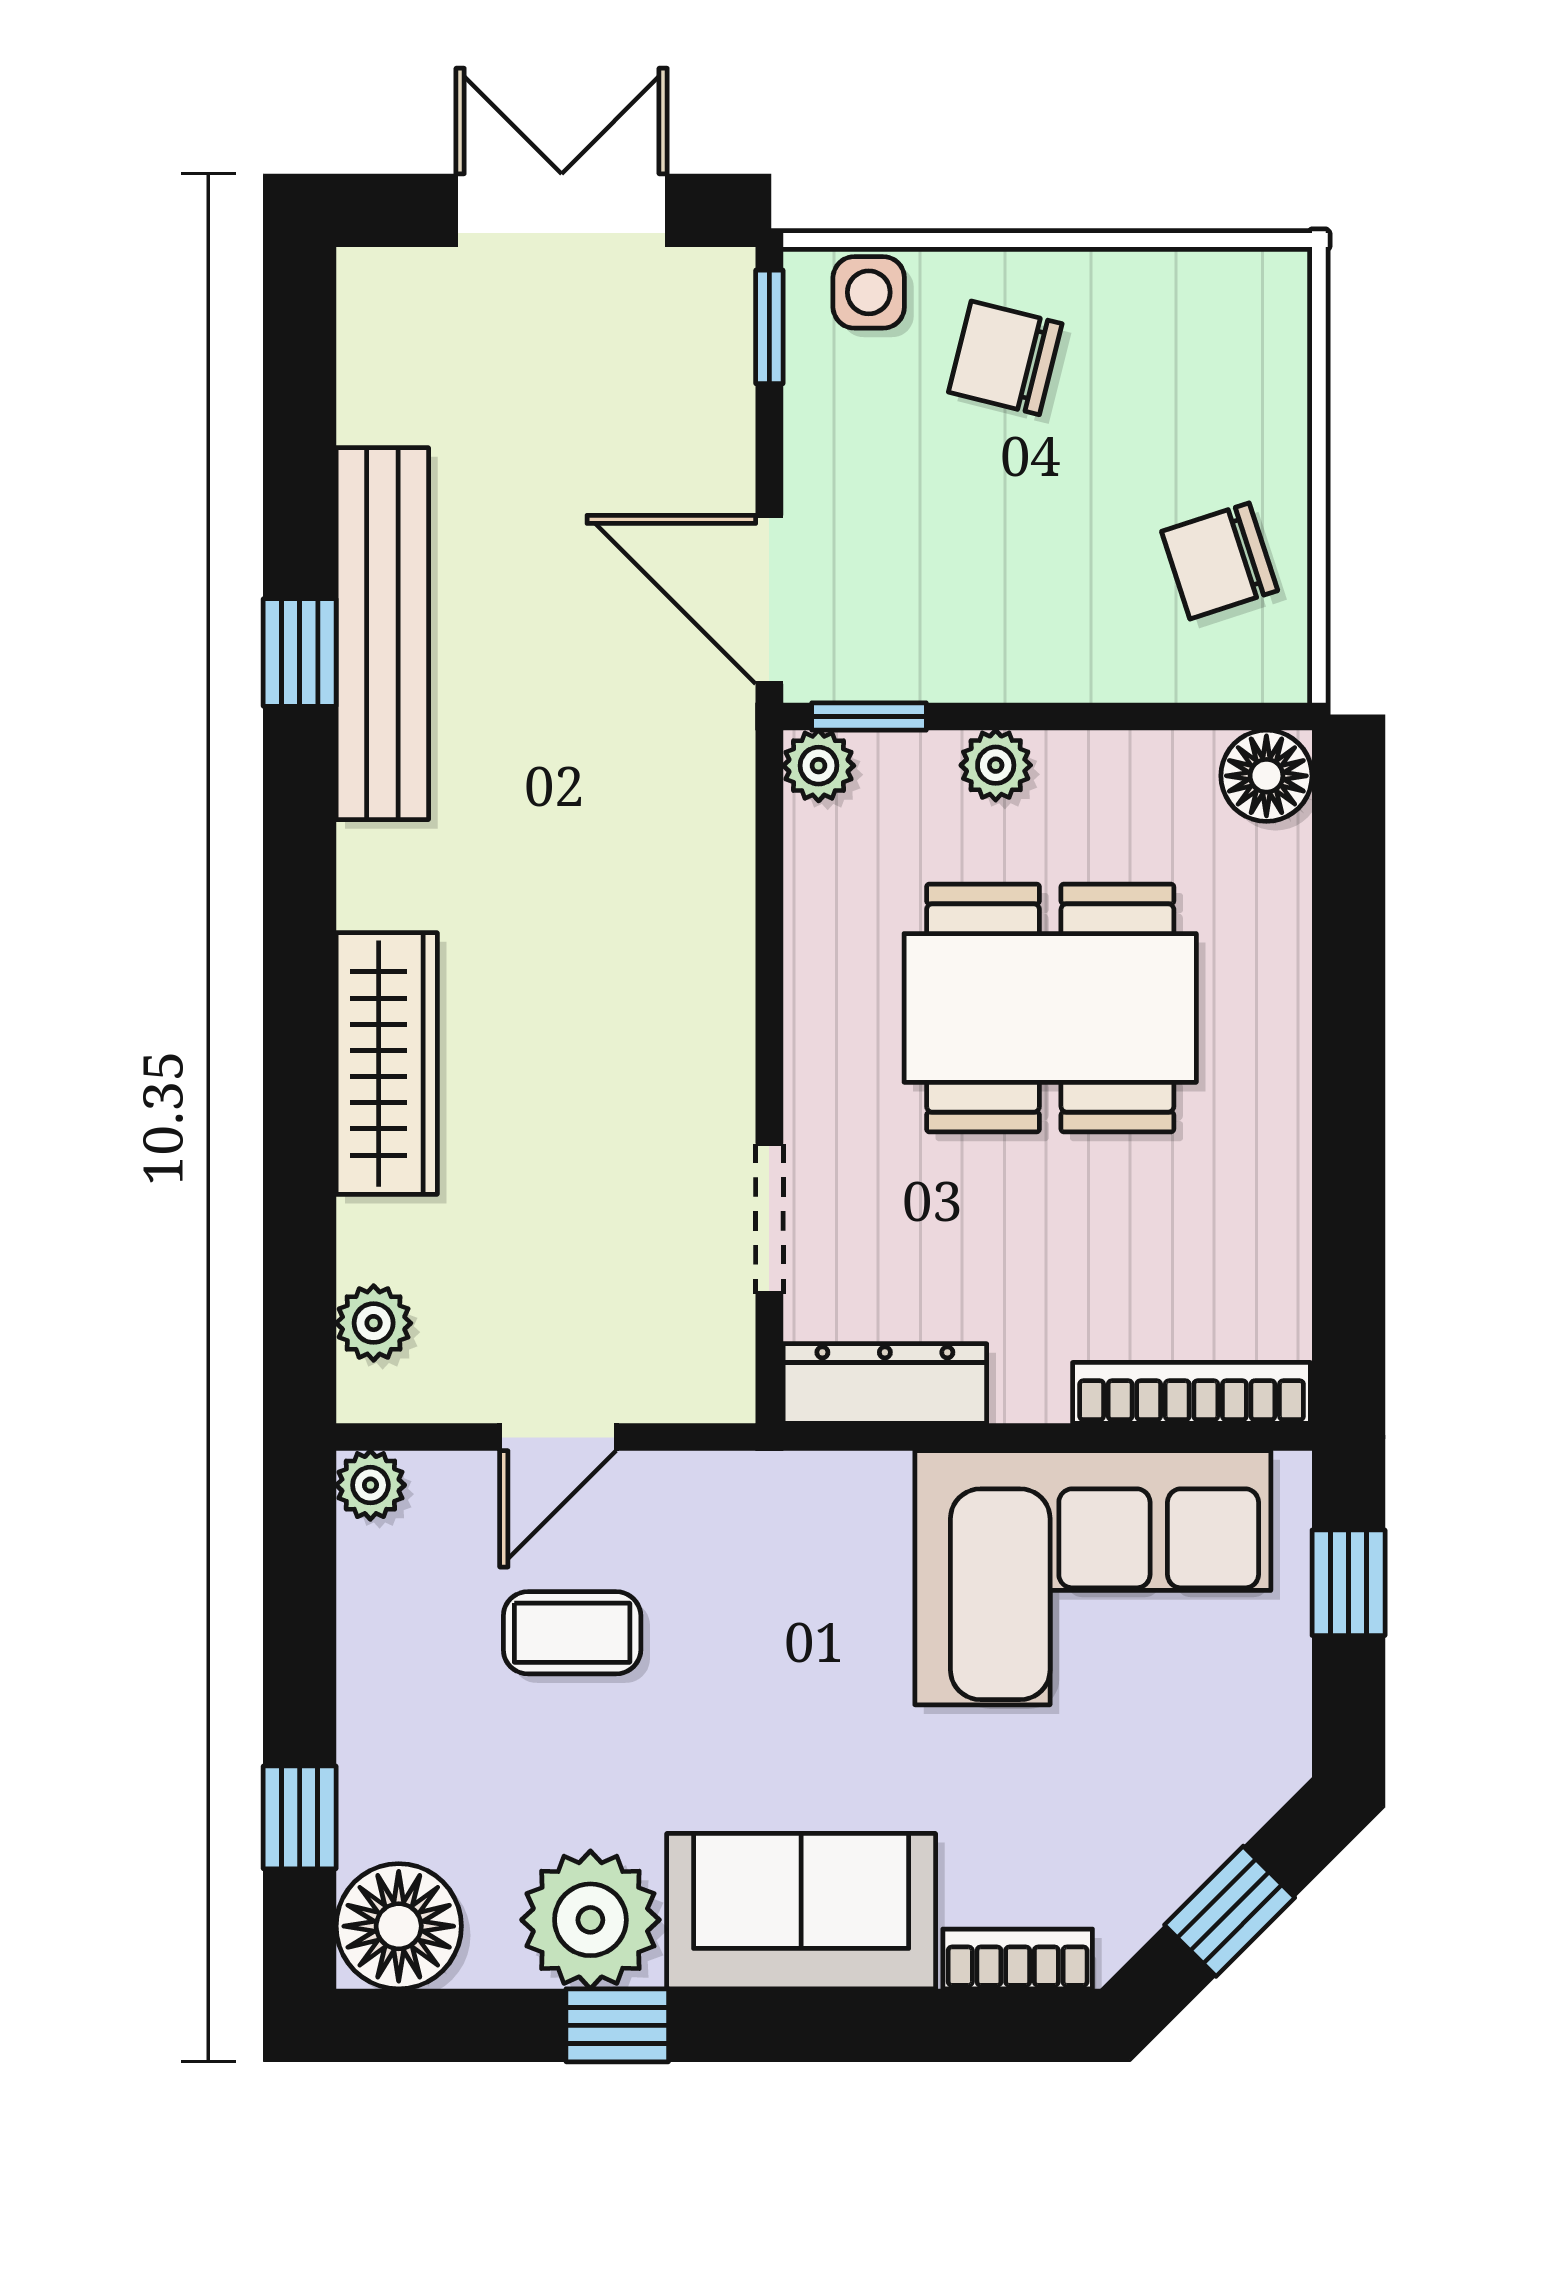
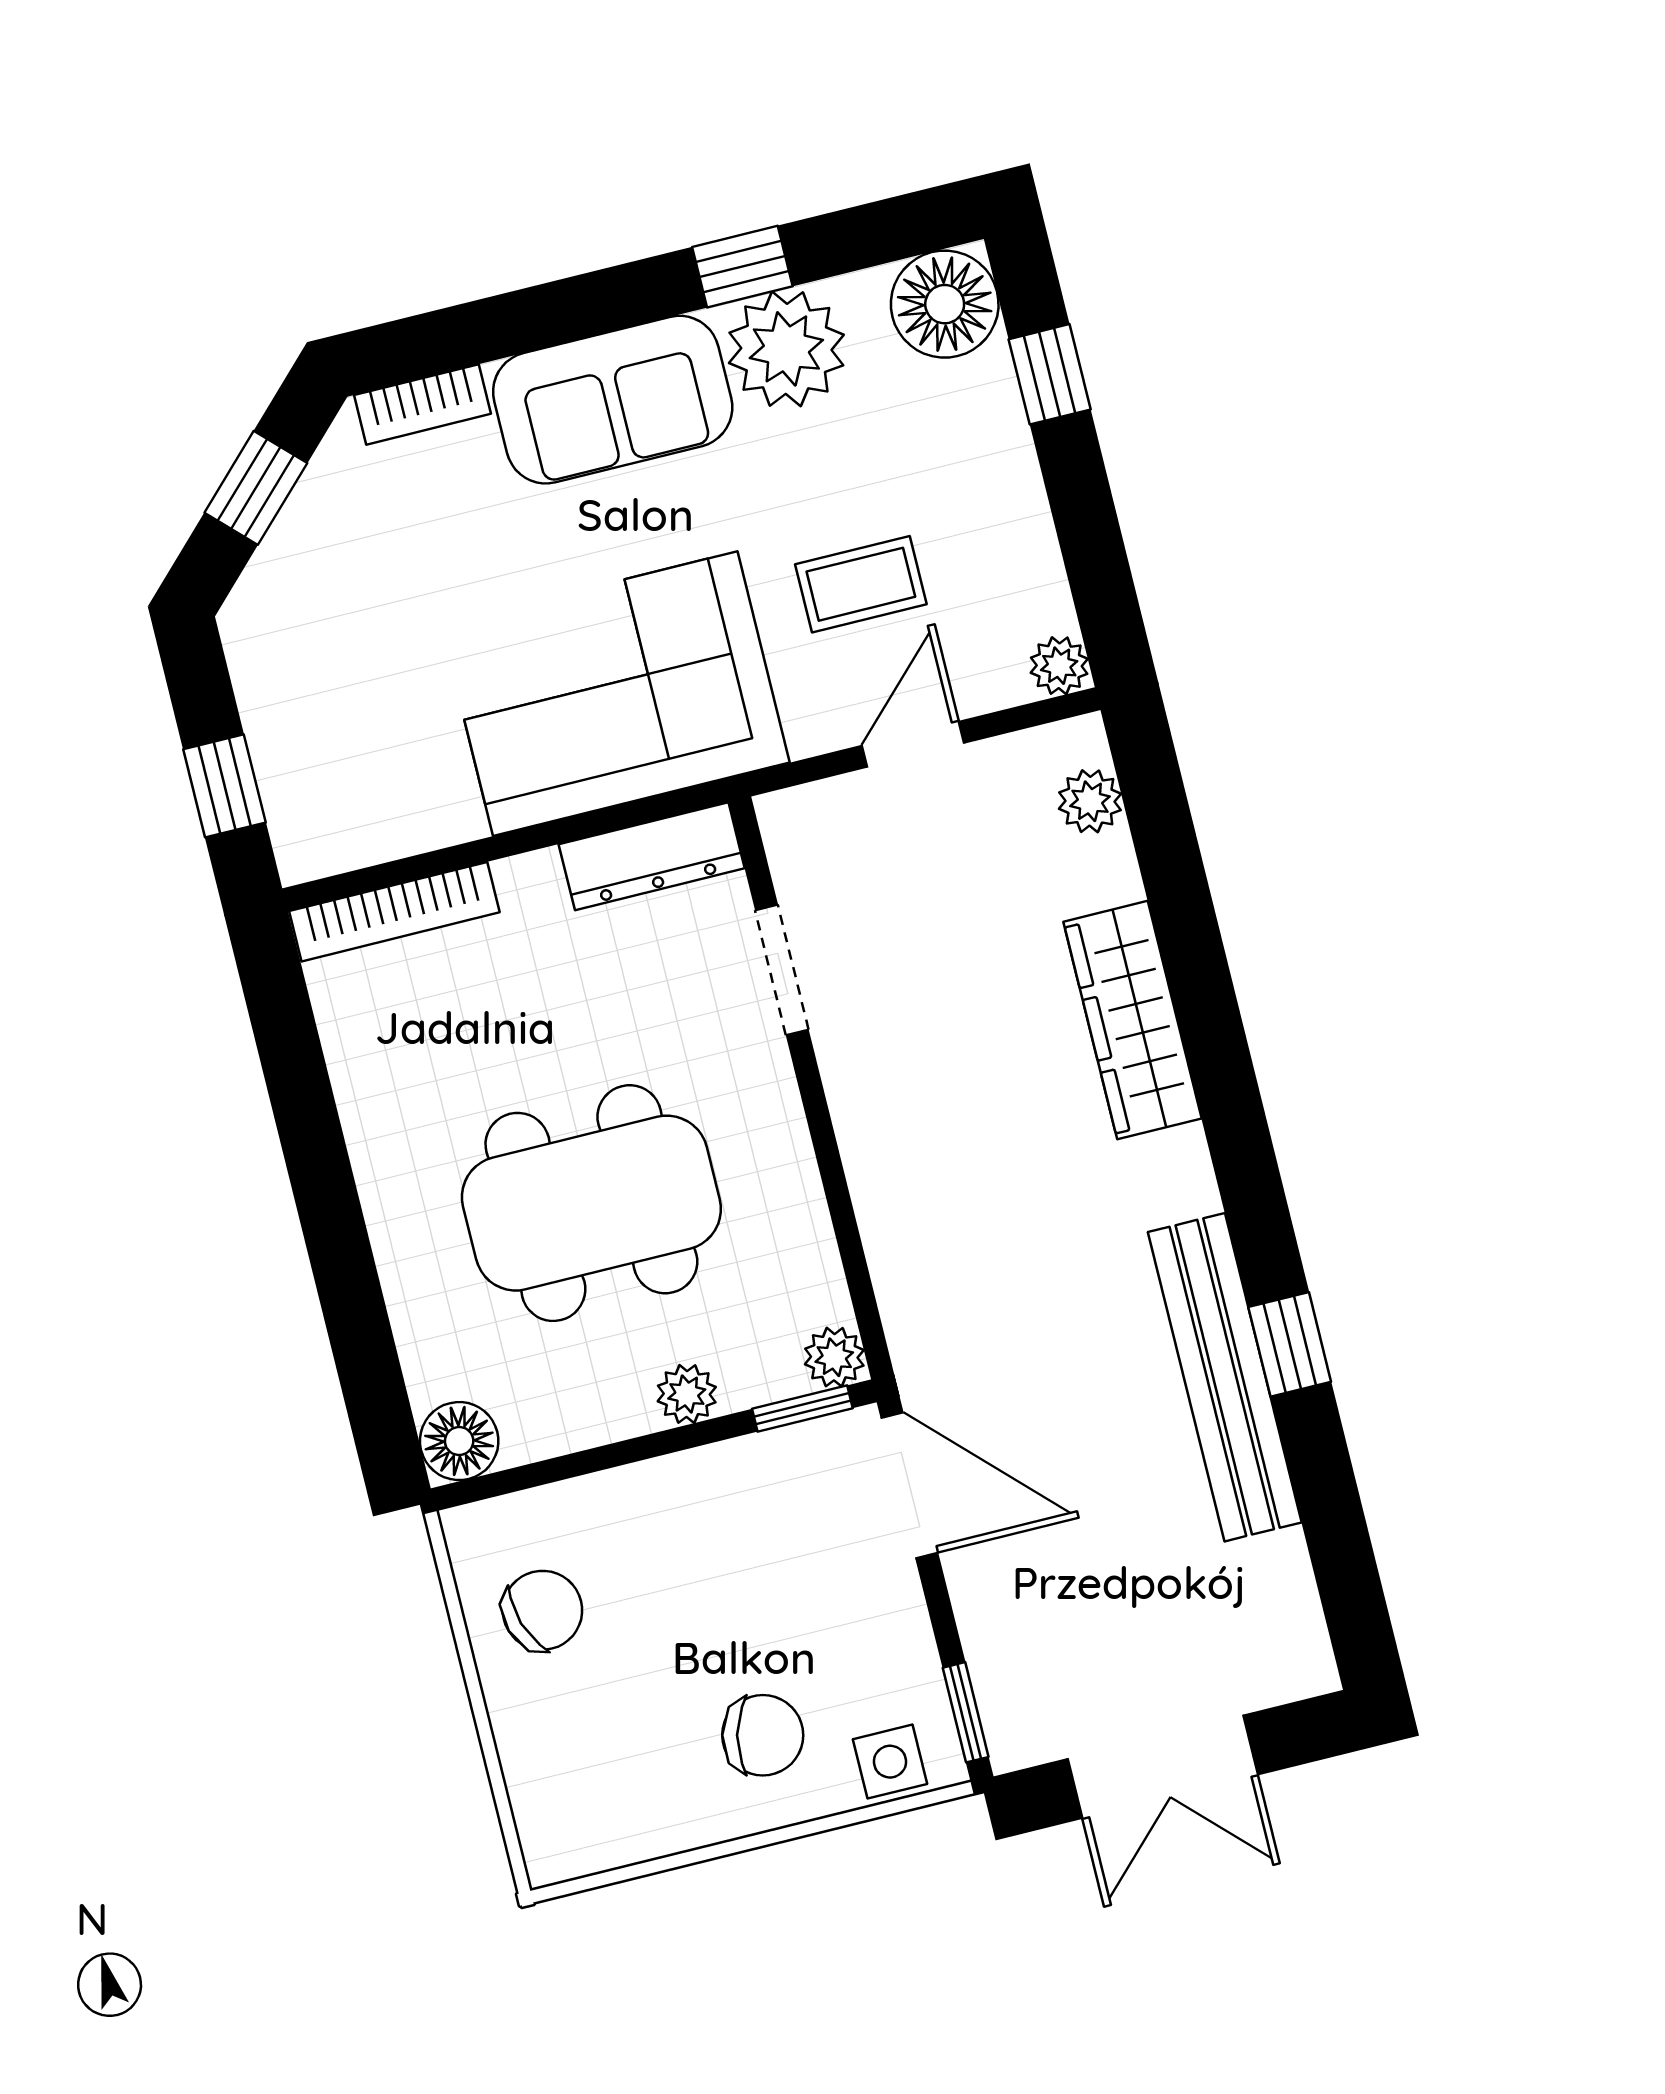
corner sofa: (1093, 1578) -> (615, 694), moved

